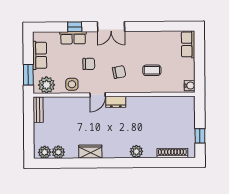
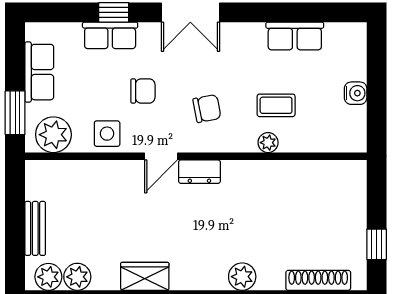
row of seats: (188, 44) -> (295, 36), moved, turned -90
water cooler: (190, 86) -> (356, 93), moved
plant: (148, 88) -> (268, 143), added
bench: (38, 110) -> (35, 228), moved

